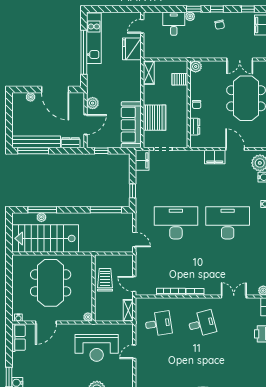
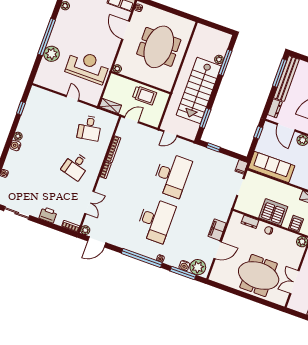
server rack: (155, 118) -> (273, 212), moved, turned 180
filing cabinet: (142, 160) -> (241, 167), width x0.50
window: (106, 210) -> (205, 118), width x0.69
stairs: (45, 238) -> (199, 90), moved, turned 180
meeting table: (51, 283) -> (159, 47), turned 90
desk: (202, 324) -> (76, 166), turned 30
reception desk: (97, 348) -> (88, 67), turned 90

